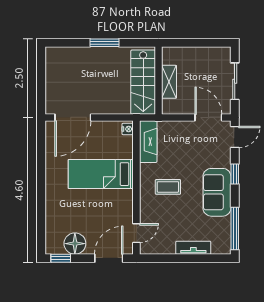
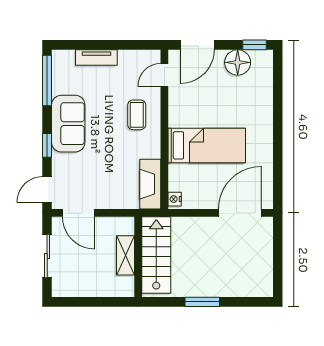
coffee table: (168, 187) -> (137, 115), moved, turned 90

